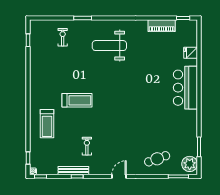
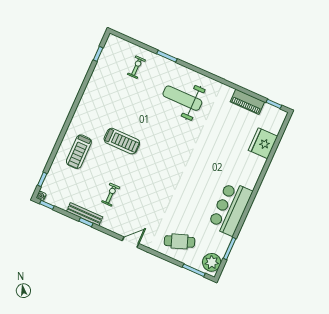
fridge: (191, 53) -> (263, 143), width x1.88, depth x1.34
bar counter: (185, 88) -> (230, 208), moved

